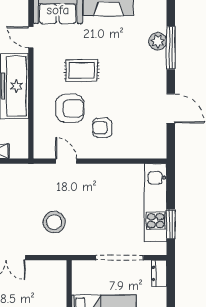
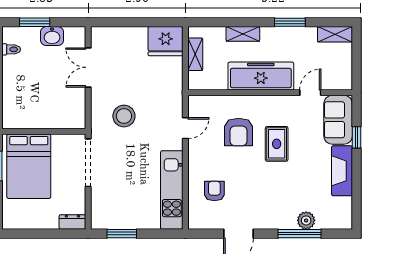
armchair: (102, 128) -> (214, 191), moved
kitchen unit: (156, 203) -> (172, 190), moved, turned -90
doorway: (120, 258) -> (88, 163), moved

